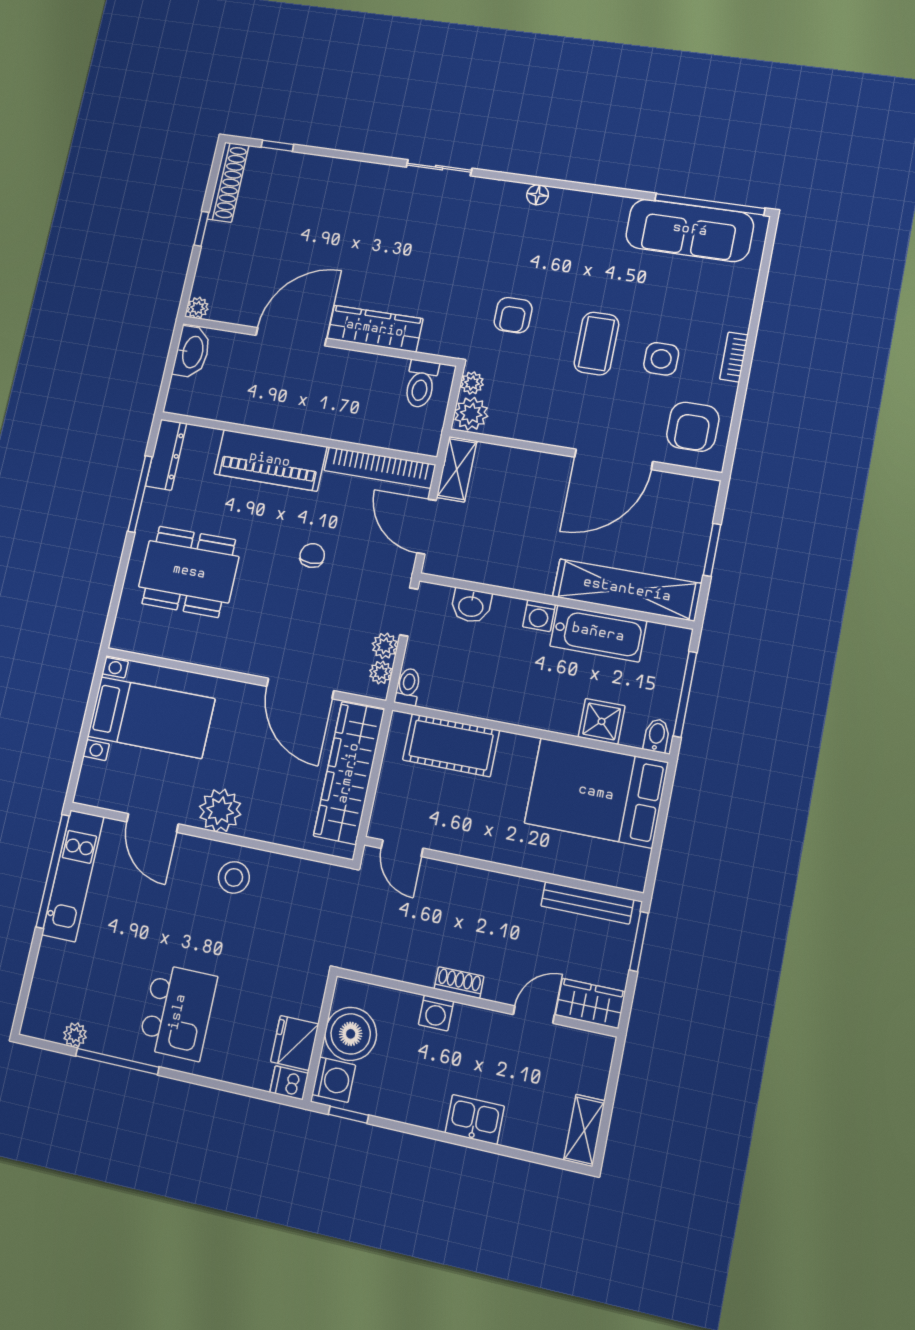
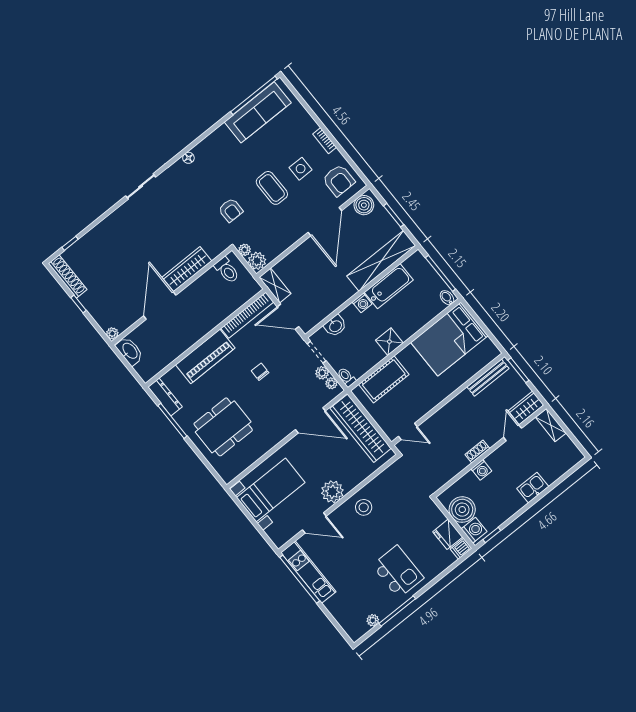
boiler: (688, 494) -> (364, 205), added
shower: (602, 721) -> (389, 342), moved
shelving: (584, 1130) -> (551, 425), moved

